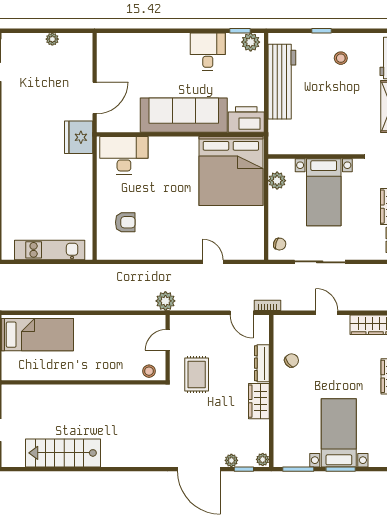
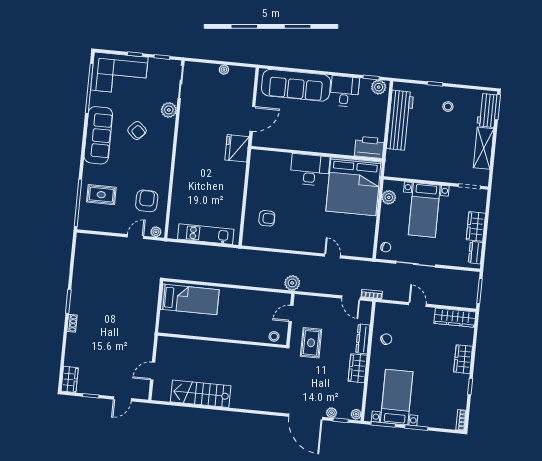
sofa: (184, 115) -> (296, 85), moved, turned 180
desk: (124, 155) -> (310, 170), moved
bed with nightstands: (339, 433) -> (397, 397), moved

